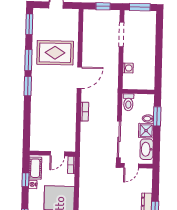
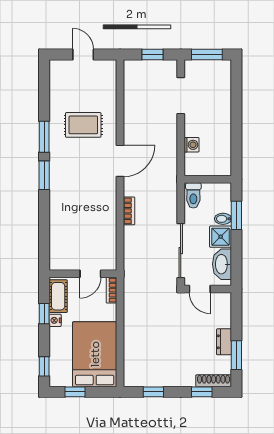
window: (29, 24) -> (44, 84), removed
rug: (55, 53) -> (83, 125), width x0.73, depth x0.70
door: (131, 166) -> (200, 289), hinge flipped

